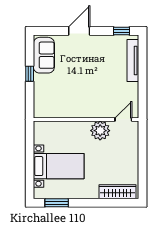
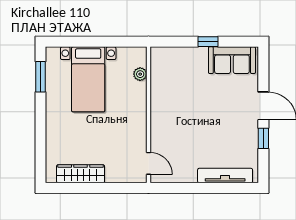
window: (121, 31) -> (263, 138), moved
plant: (100, 131) -> (140, 74), moved, width x0.53, depth x0.53
wardrobe: (118, 192) -> (81, 174), moved, turned -90

